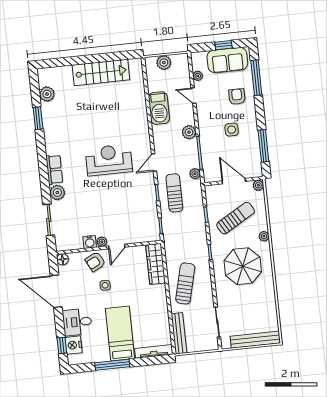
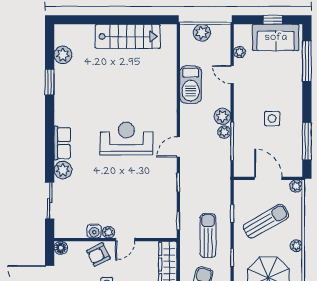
armchair: (237, 97) -> (282, 81), removed
plant: (195, 174) -> (224, 132), moved
sun lounger: (174, 193) -> (208, 236), moved

